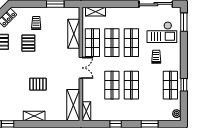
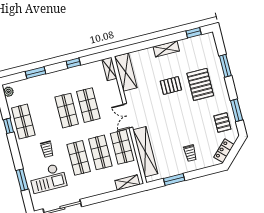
window: (184, 22) -> (22, 180), moved
checkout: (162, 32) -> (48, 178), turned 180
shelving: (74, 34) -> (145, 152), width x1.47
pallet: (28, 43) -> (200, 84), moved, width x1.50, depth x1.42

